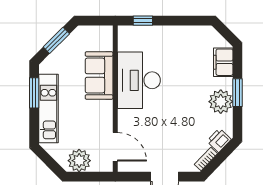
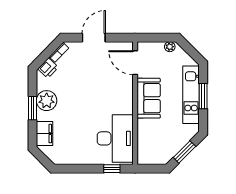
sofa: (99, 75) -> (149, 98), moved
desk: (139, 80) -> (115, 138), moved
window: (34, 93) -> (203, 96), moved
plant: (79, 161) -> (170, 47), width x0.53, depth x0.53

